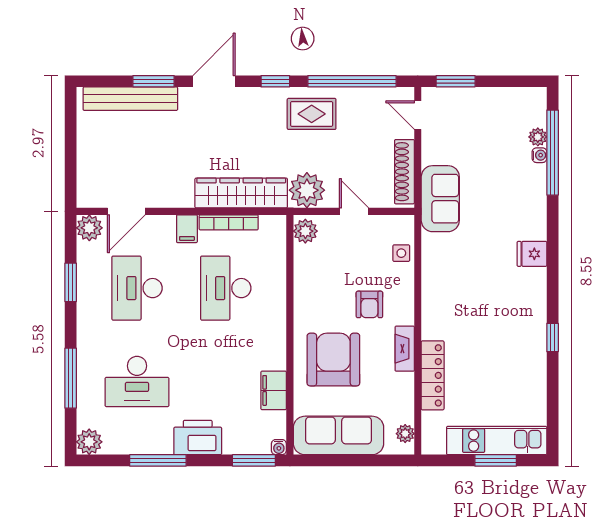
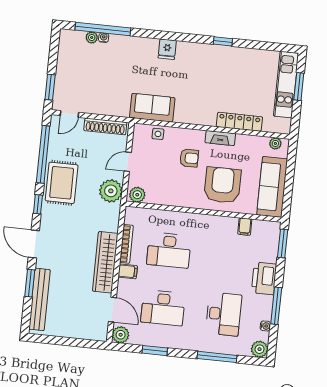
rug: (312, 114) -> (62, 183), width x1.36, depth x1.43
wardrobe: (241, 193) -> (105, 262), moved
sofa: (440, 199) -> (152, 108), moved
armchair: (333, 360) -> (222, 185), turned 90
filing cabinet: (274, 390) -> (245, 227), width x0.50
water cooler: (279, 447) -> (265, 326), moved

